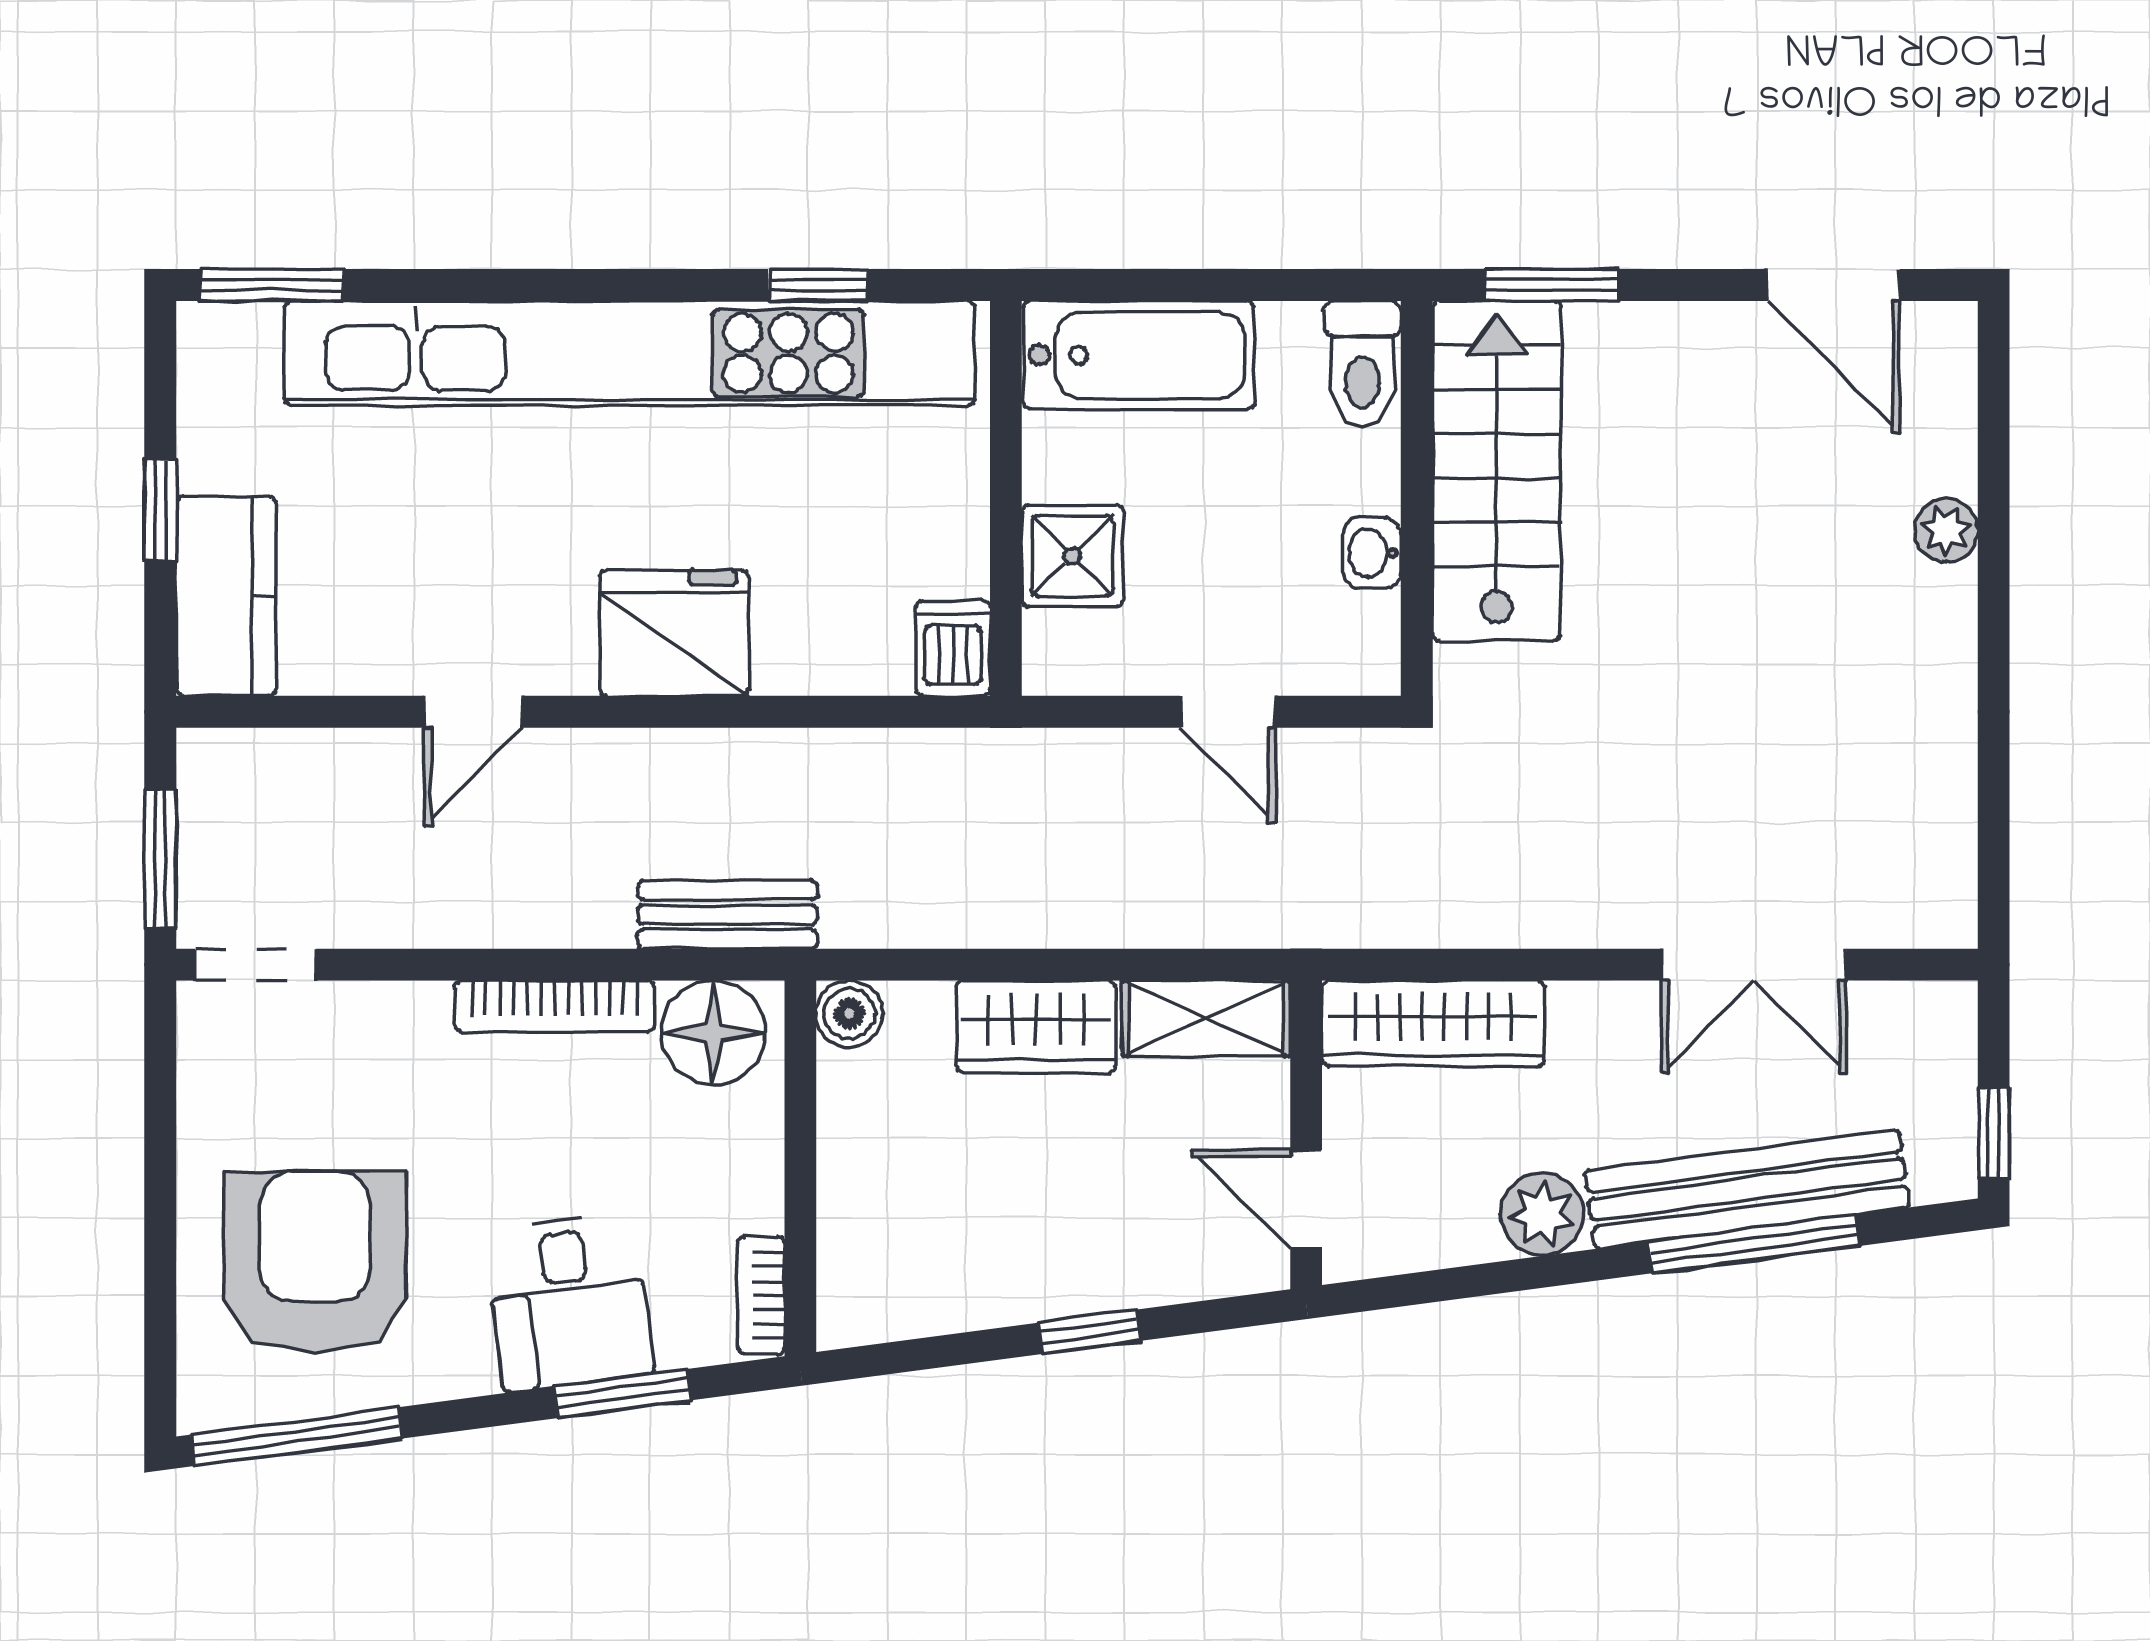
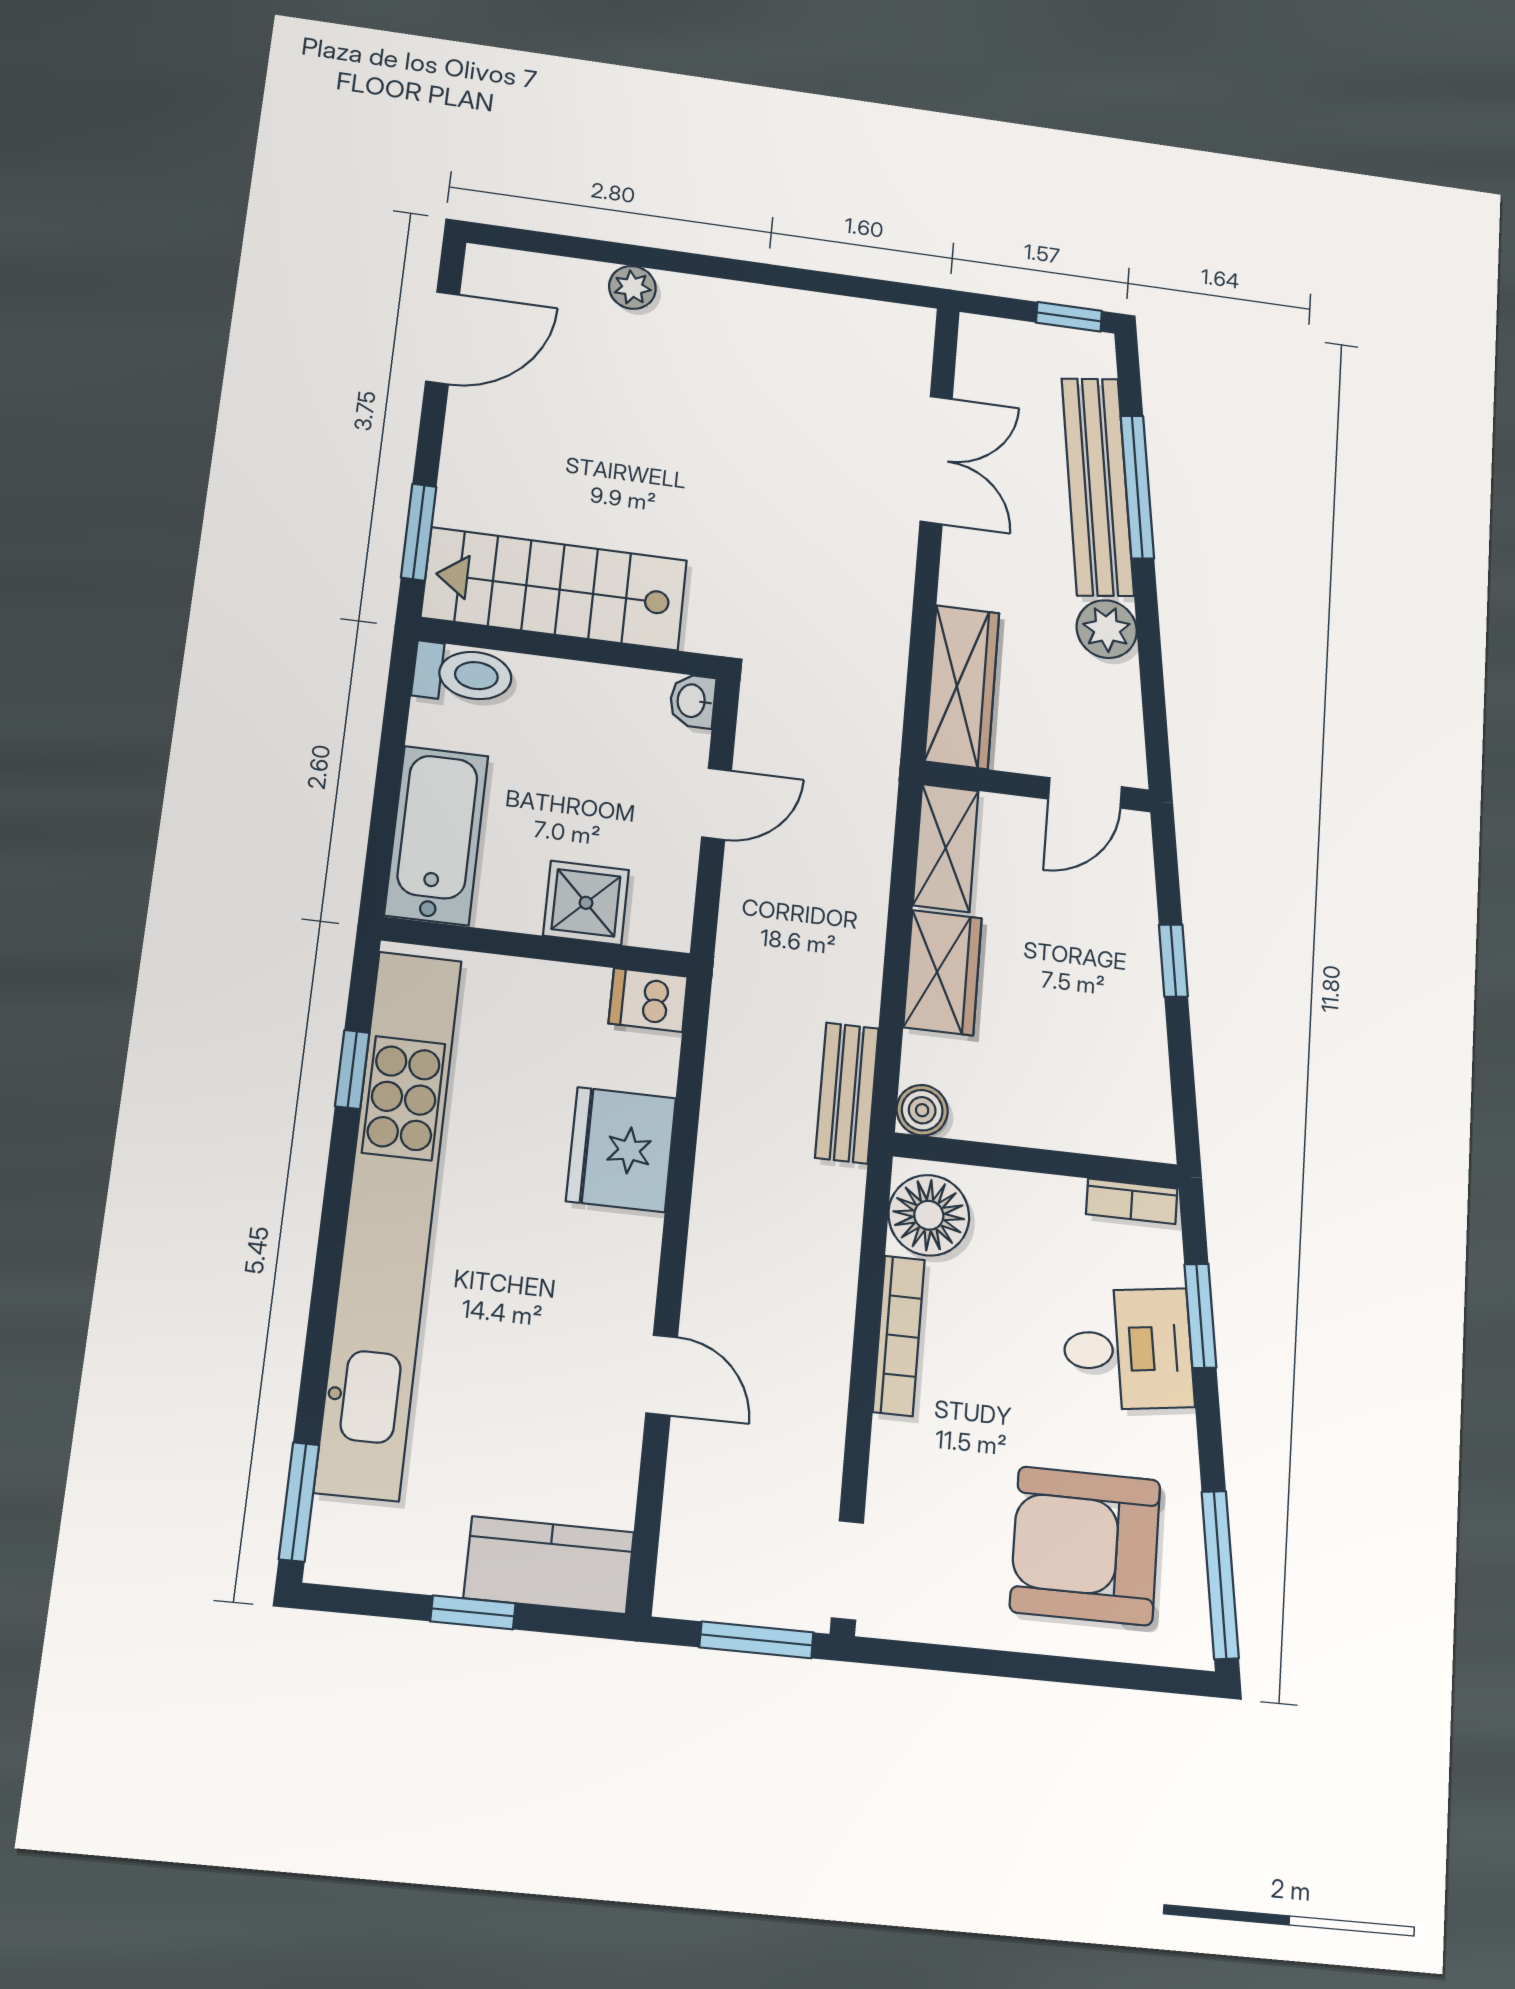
washbasin: (1372, 553) -> (693, 701), moved, turned 90
fridge: (674, 633) -> (621, 1150), moved
bench: (728, 915) -> (847, 1093), moved

